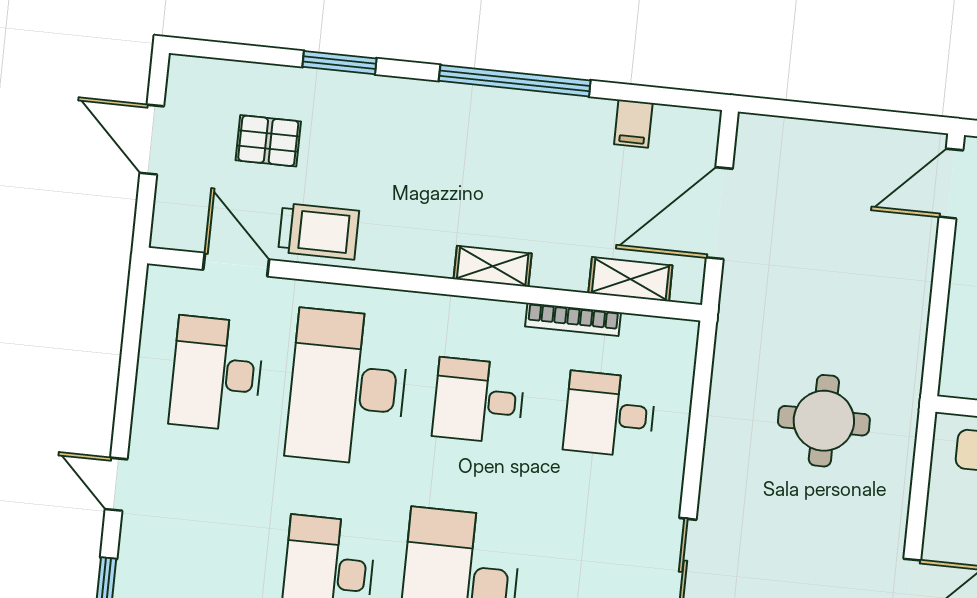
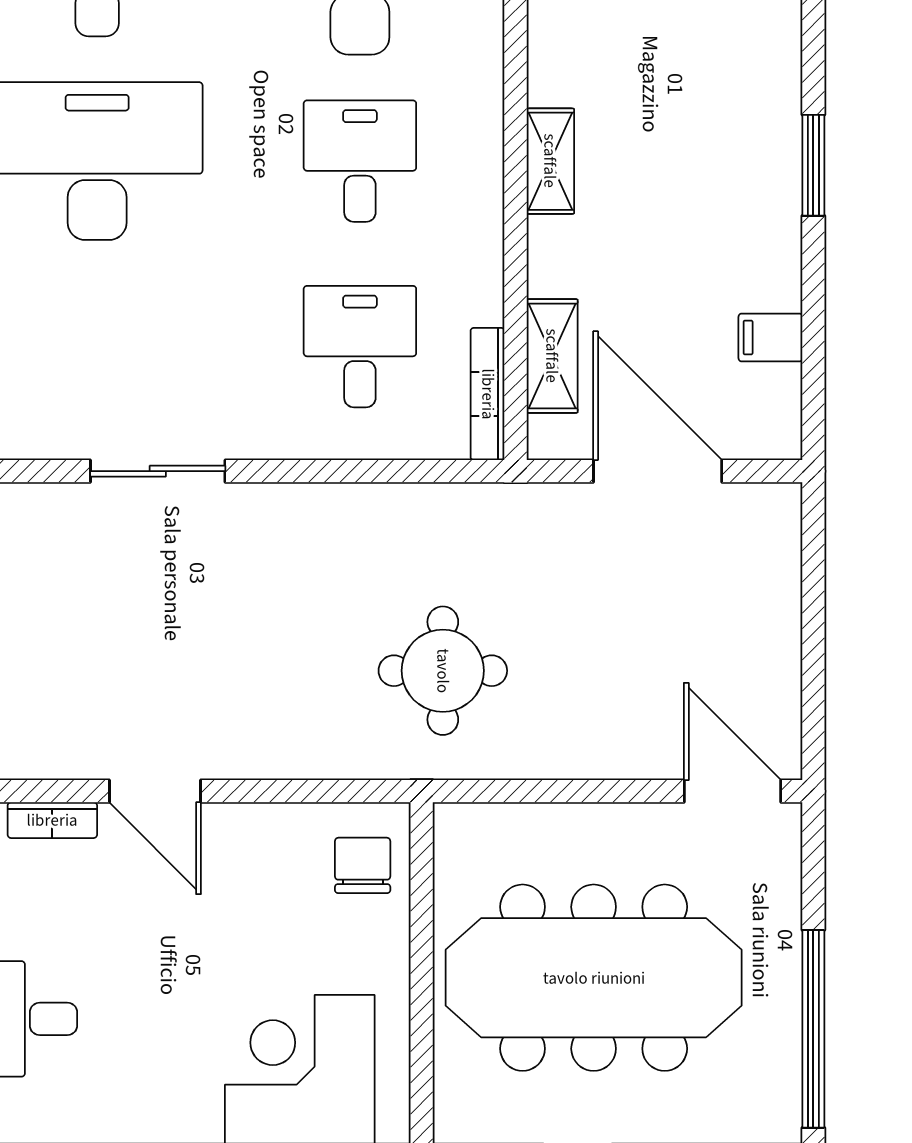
window: (515, 81) -> (813, 165), width x0.47
bookcase: (573, 319) -> (488, 394), moved
round table: (824, 421) -> (443, 671), moved

